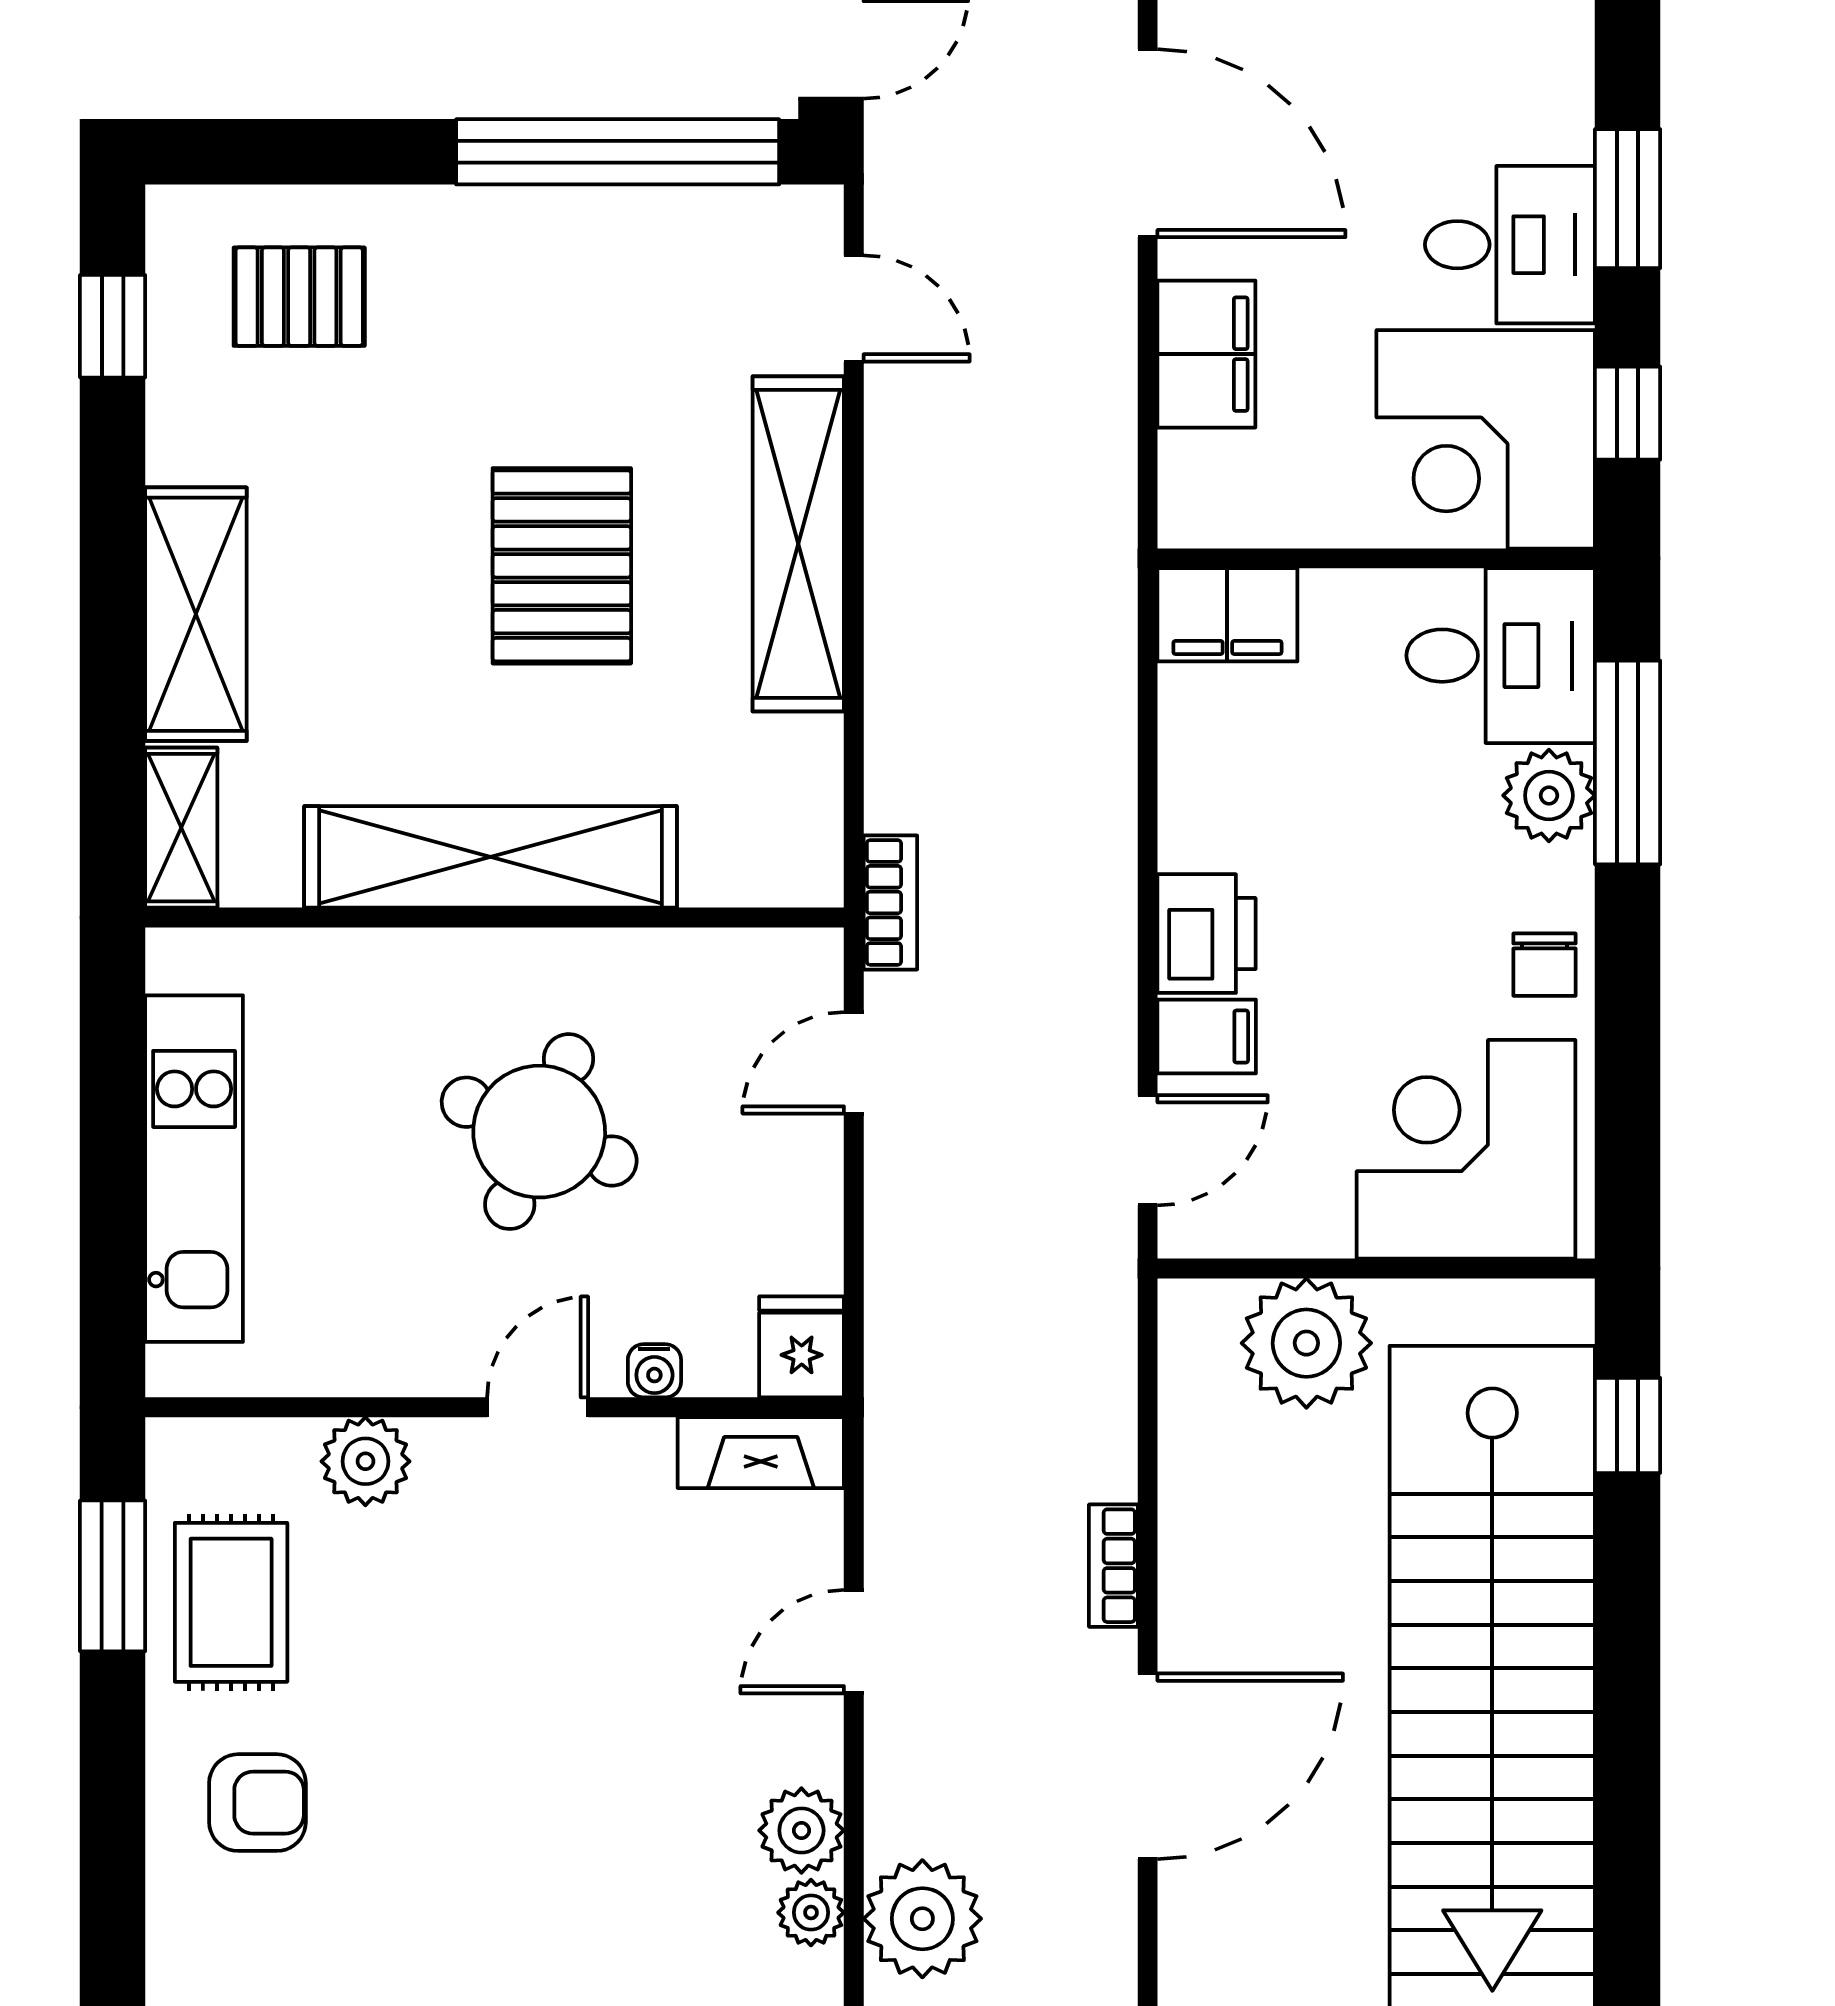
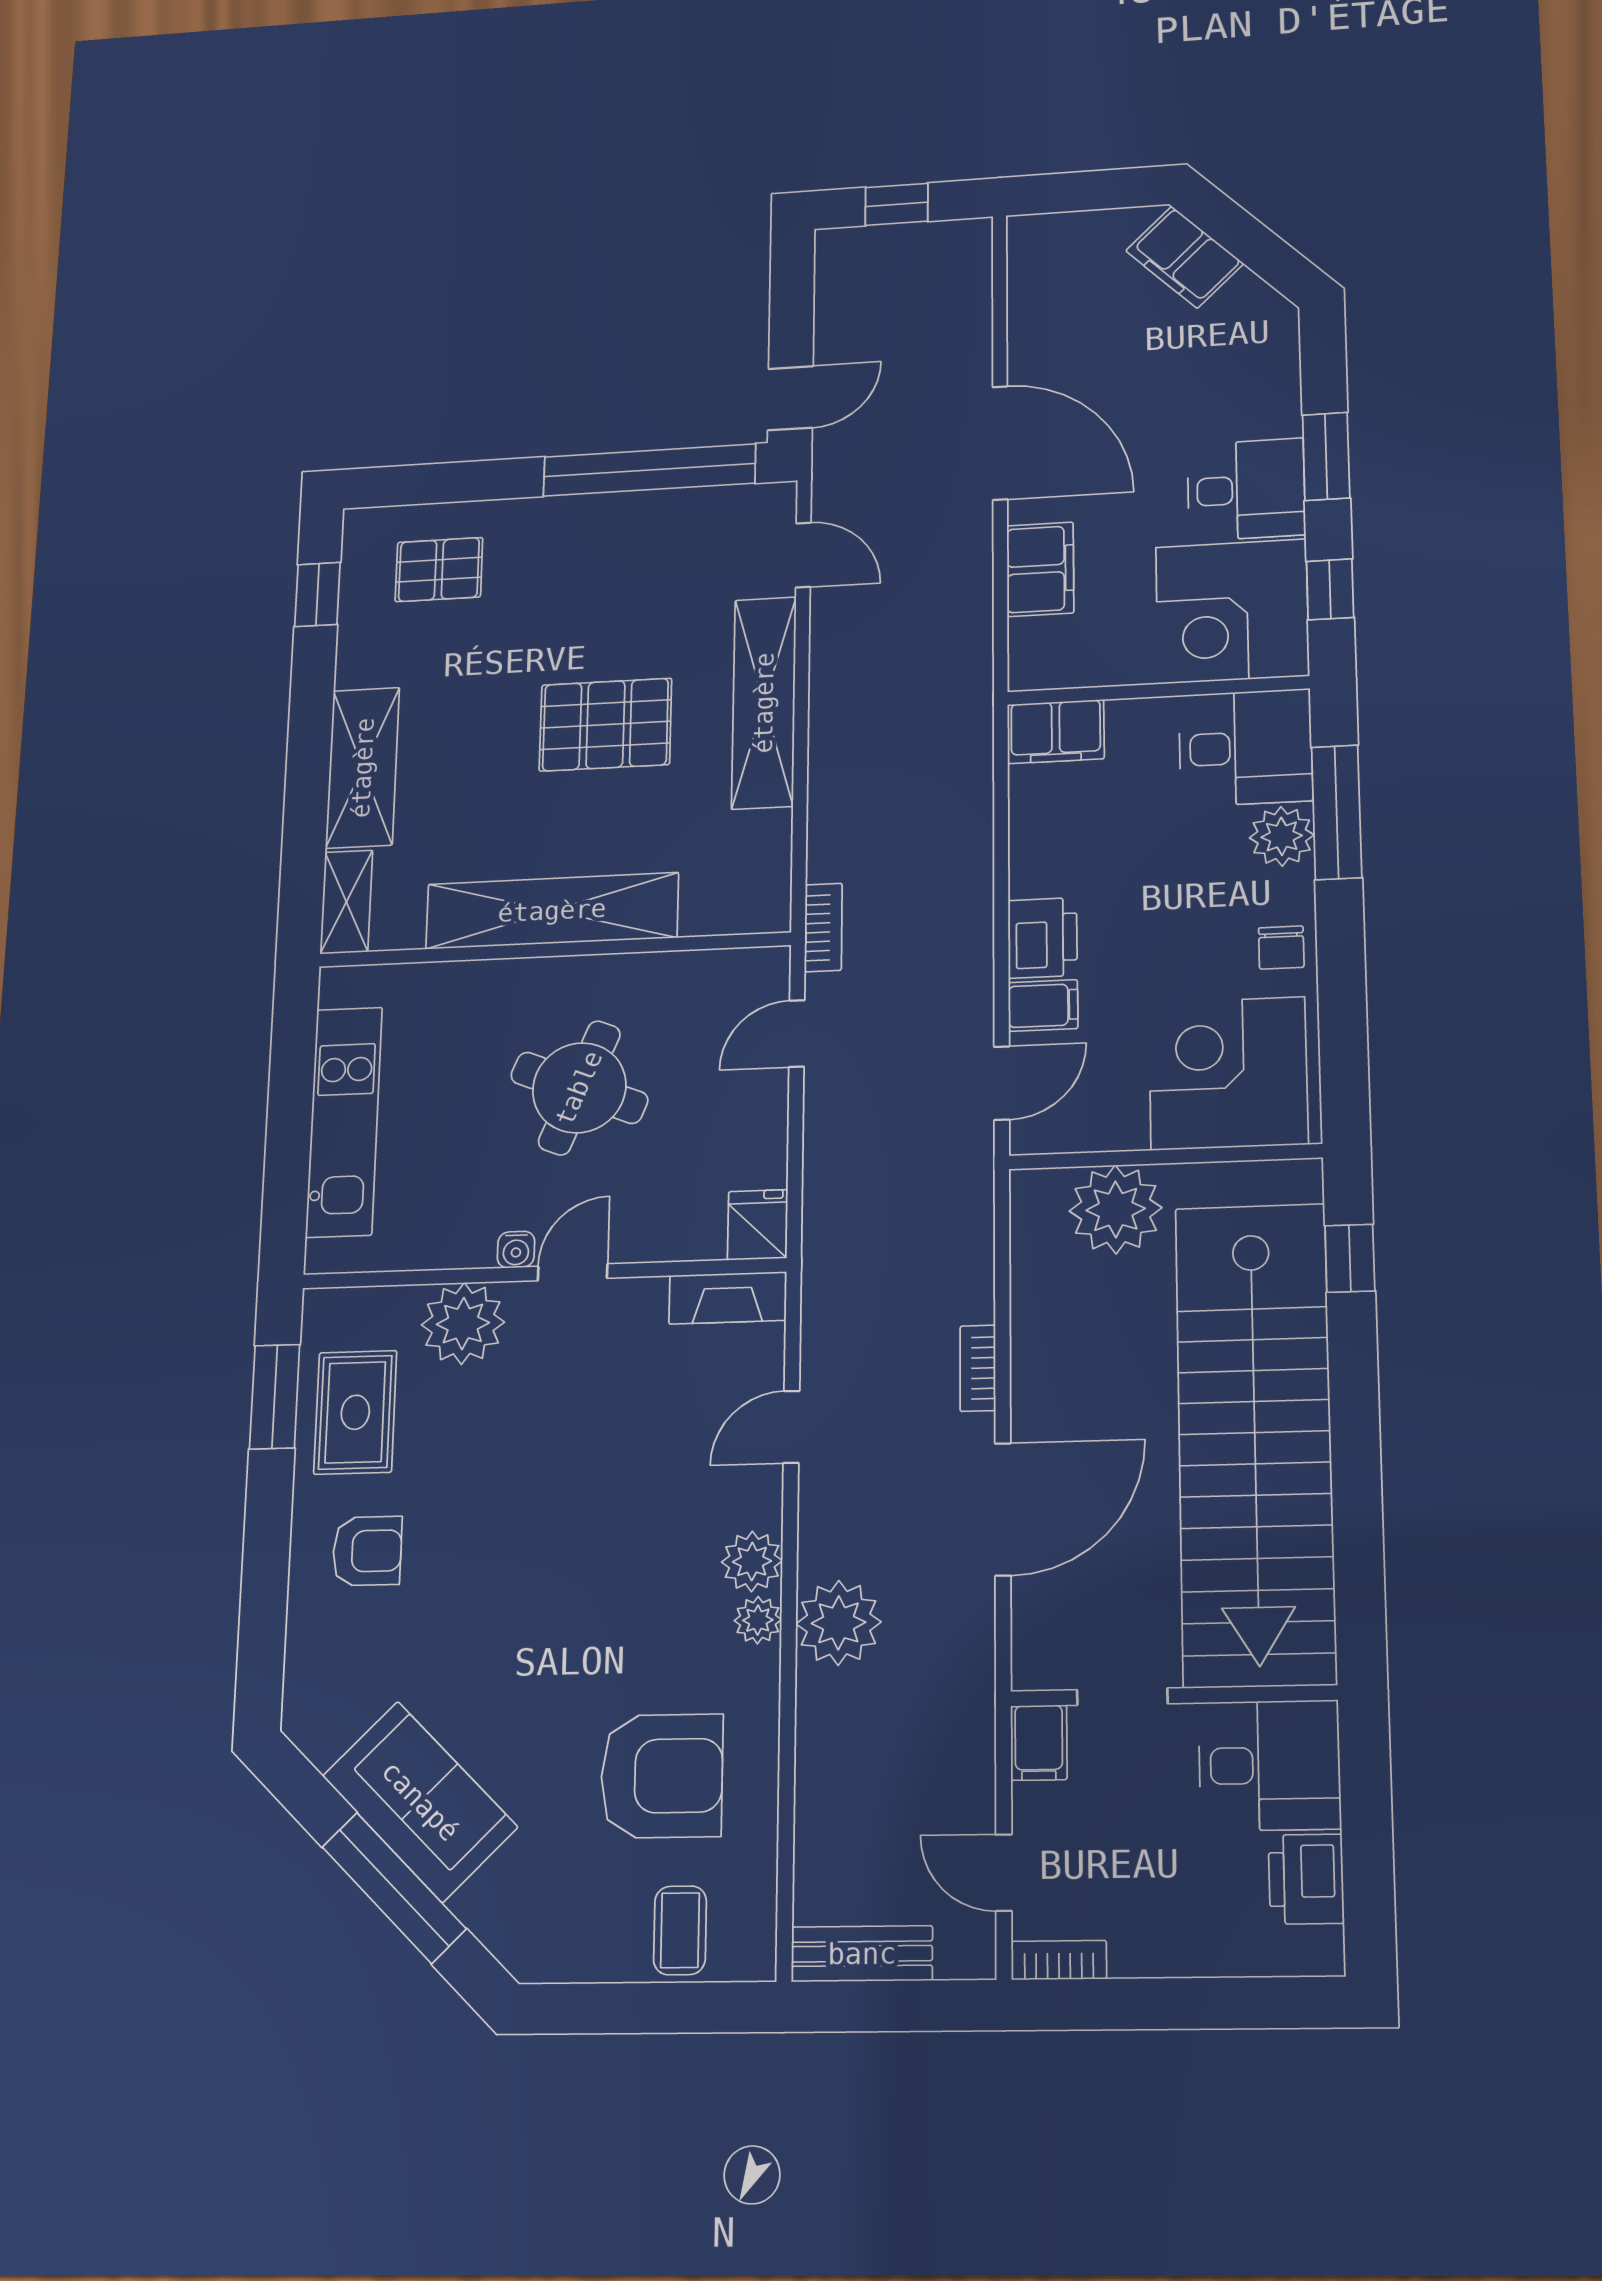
pallet: (562, 566) -> (605, 725), turned 90
water cooler: (654, 1371) -> (516, 1250), moved
plant: (365, 1461) -> (463, 1323), width x1.36, depth x1.36

